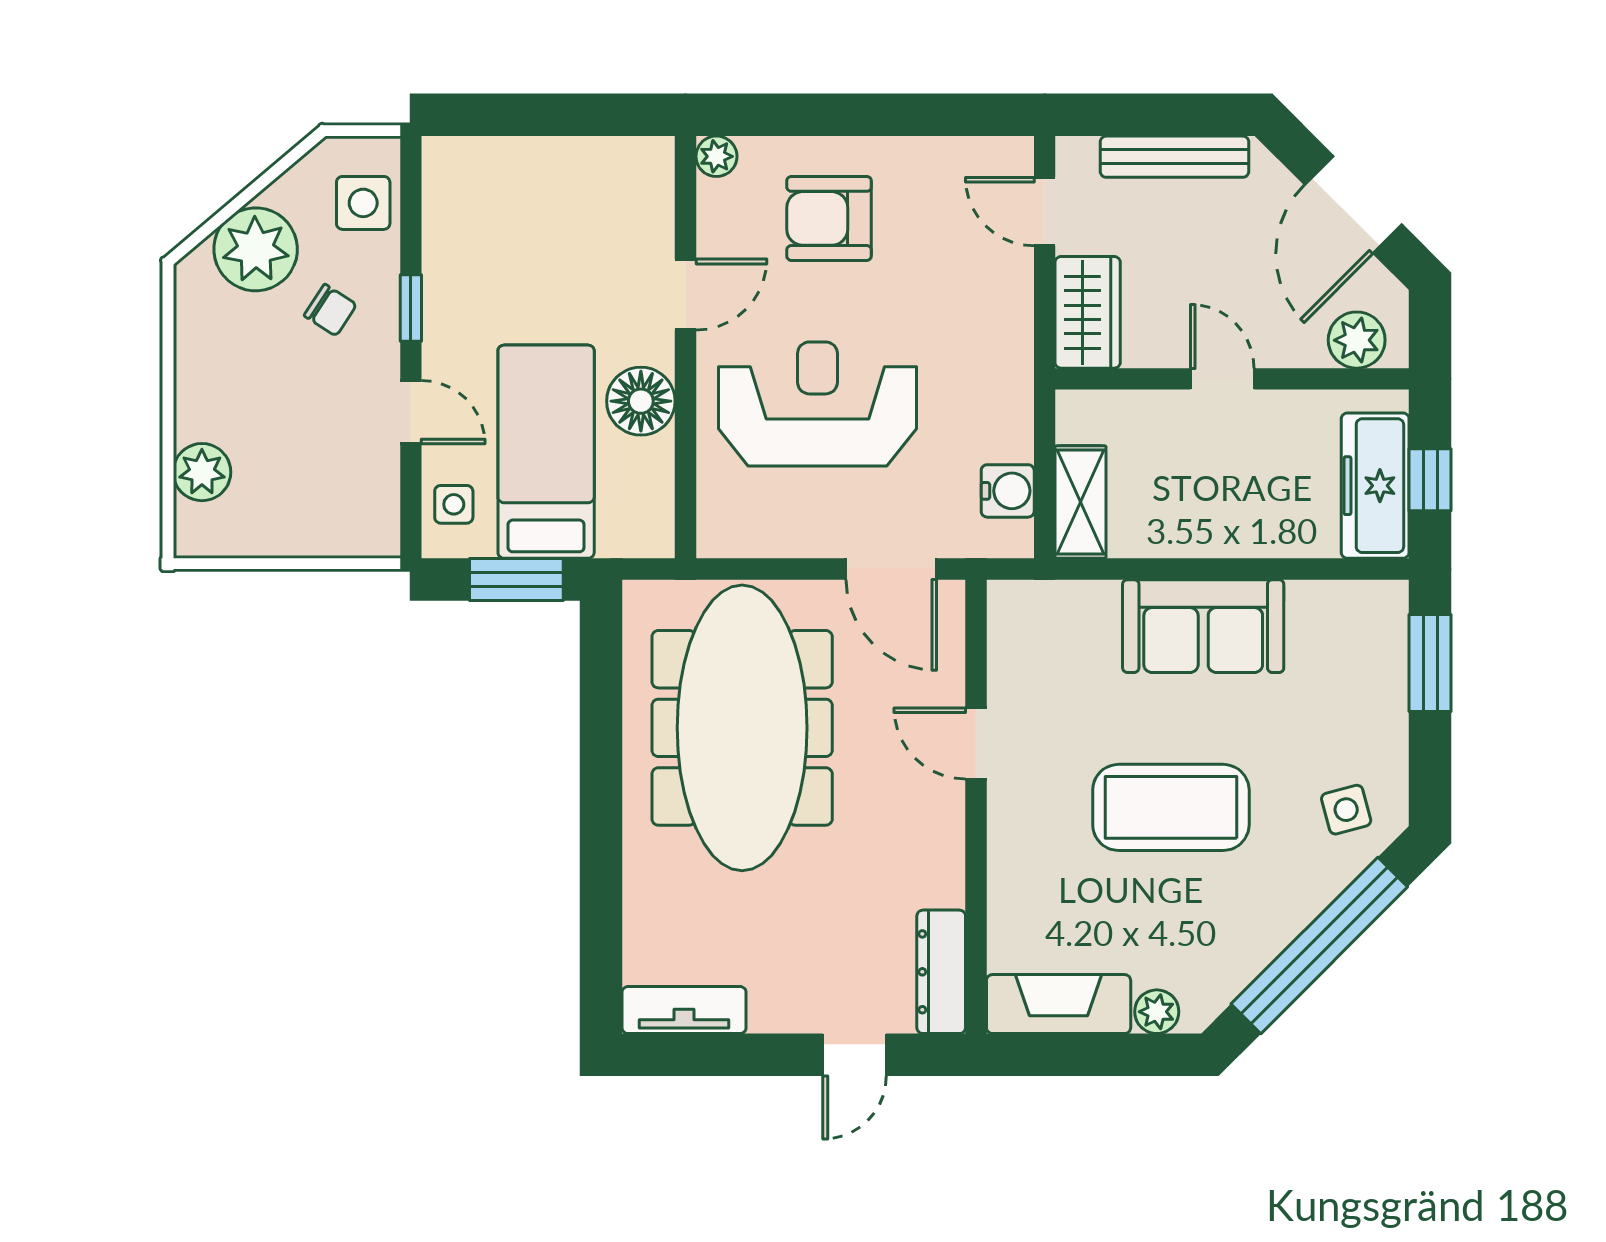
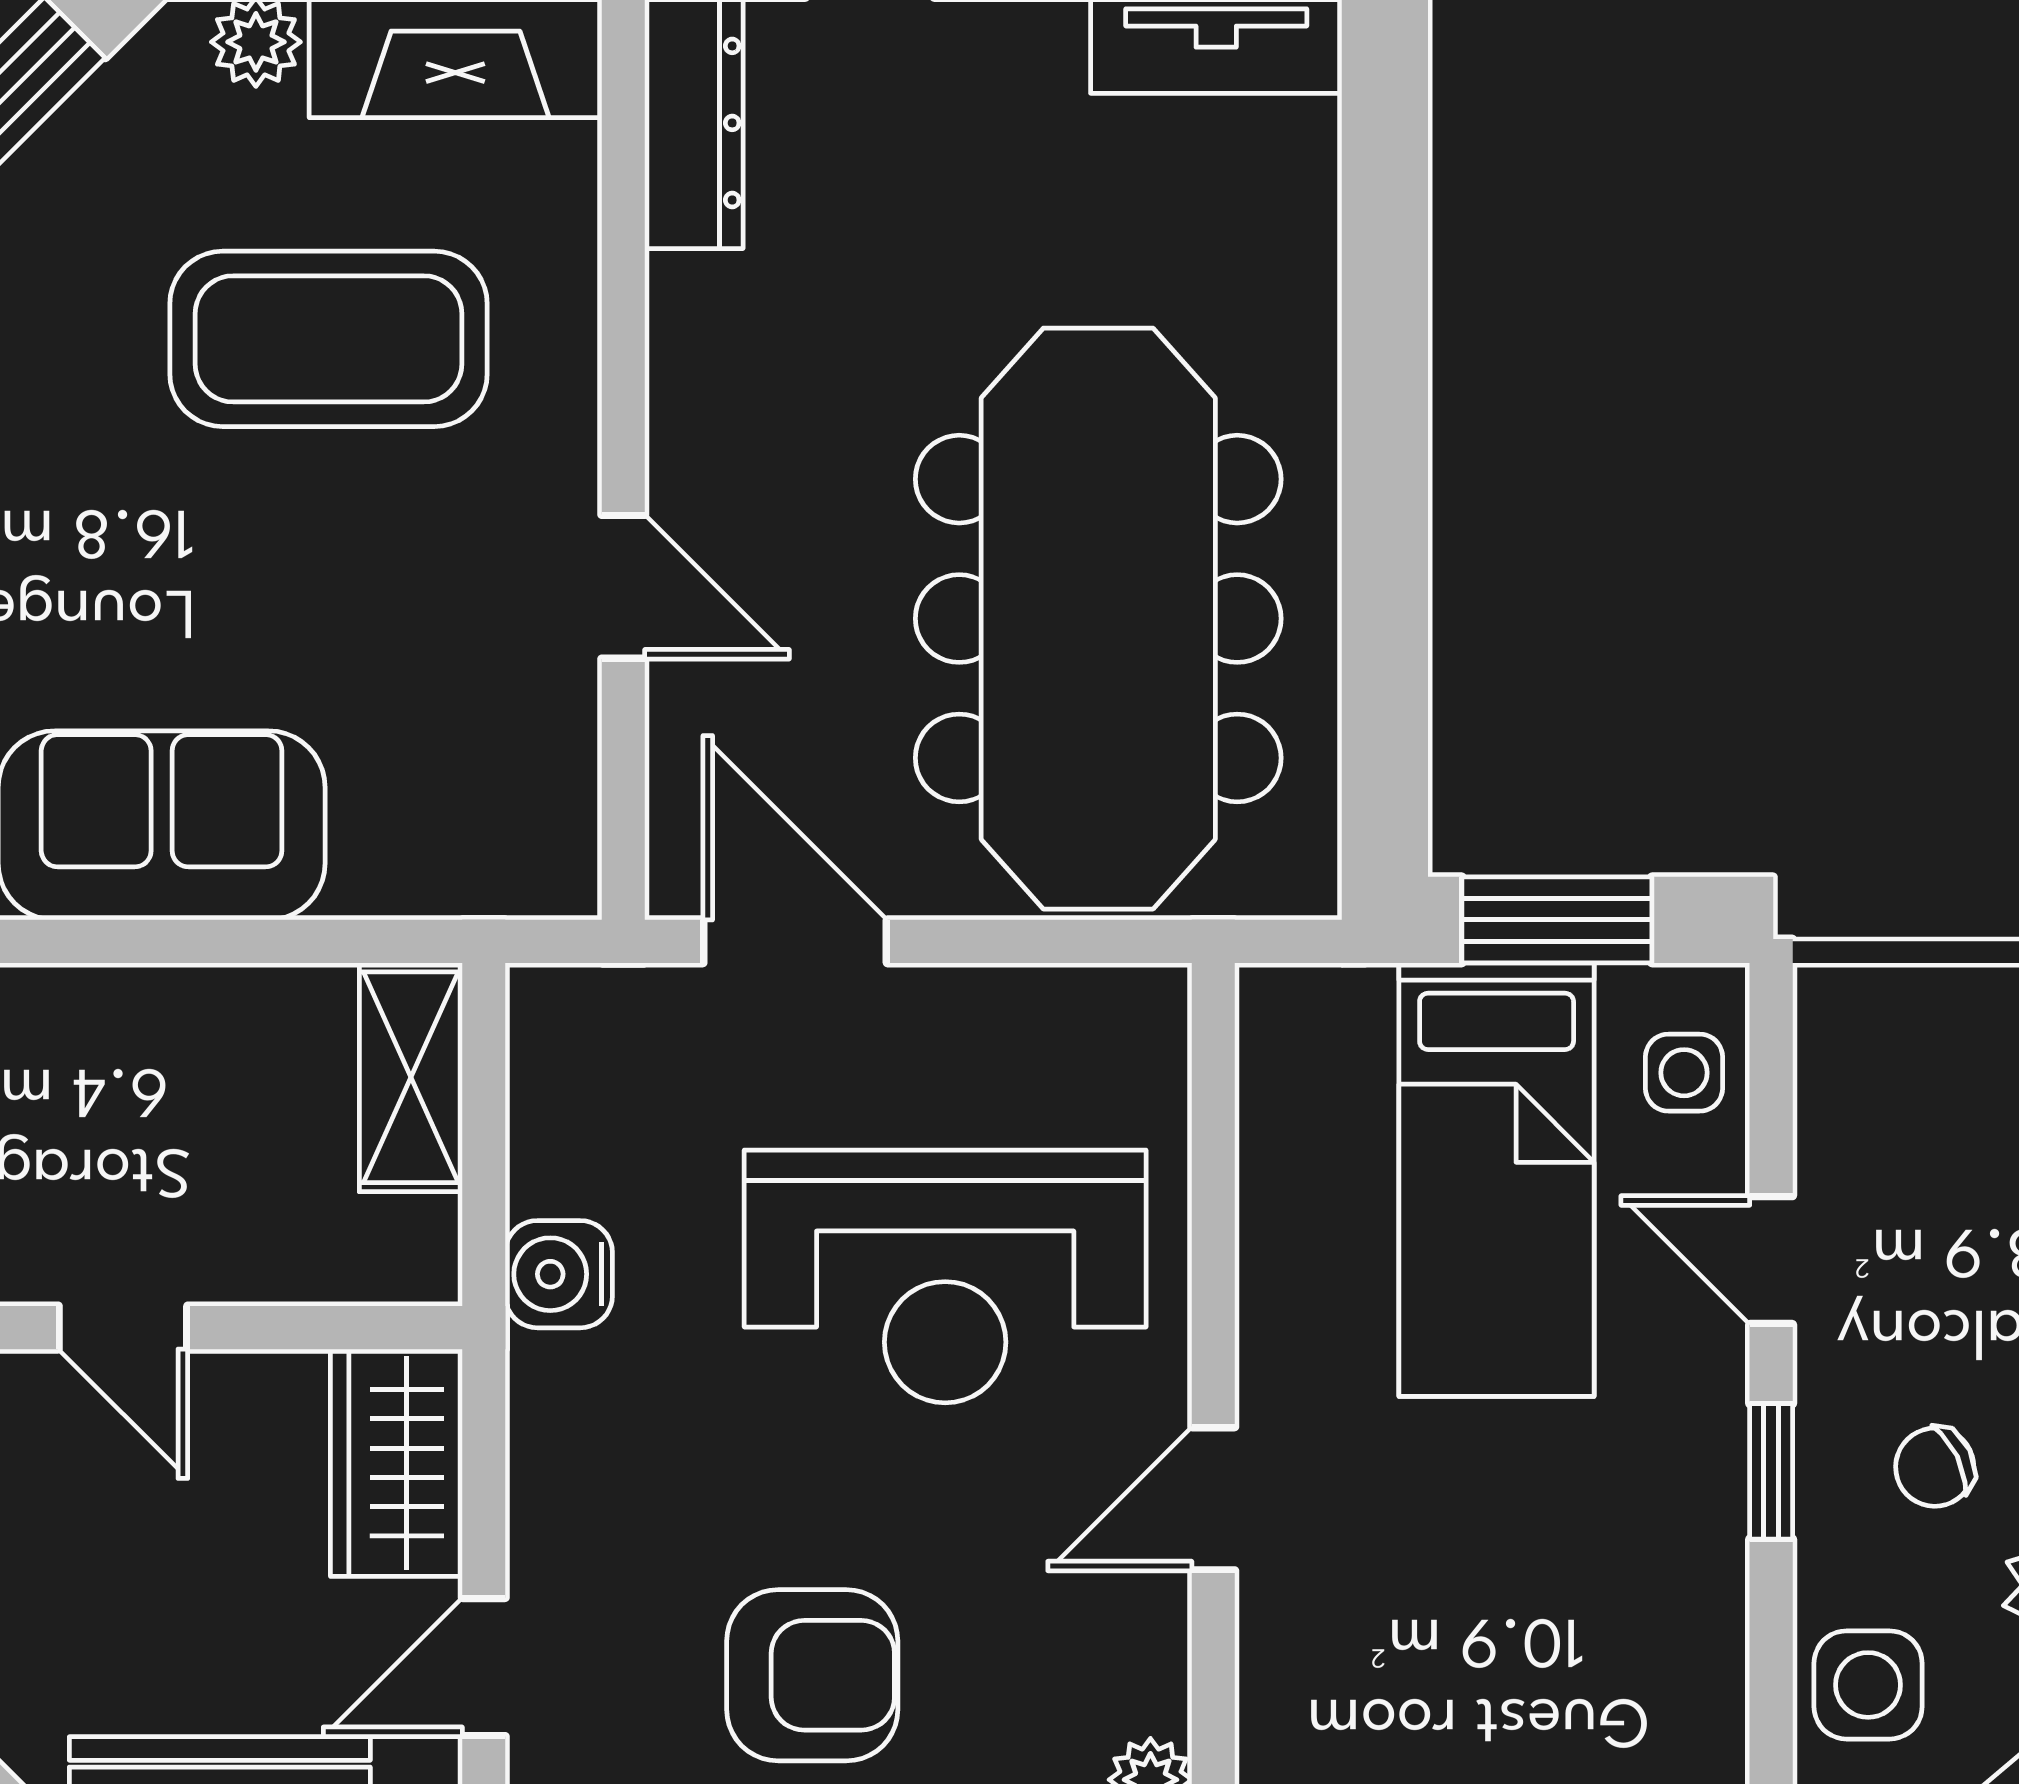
door: (1045, 212) -> (484, 1667), swing flipped
armchair: (829, 218) -> (812, 1675), moved
chair: (330, 310) -> (1935, 1467), turned -59
floor lamp: (641, 401) -> (1304, 1282), removed
water cooler: (1008, 491) -> (559, 1274), moved
coffee table: (1171, 807) -> (328, 339), moved

